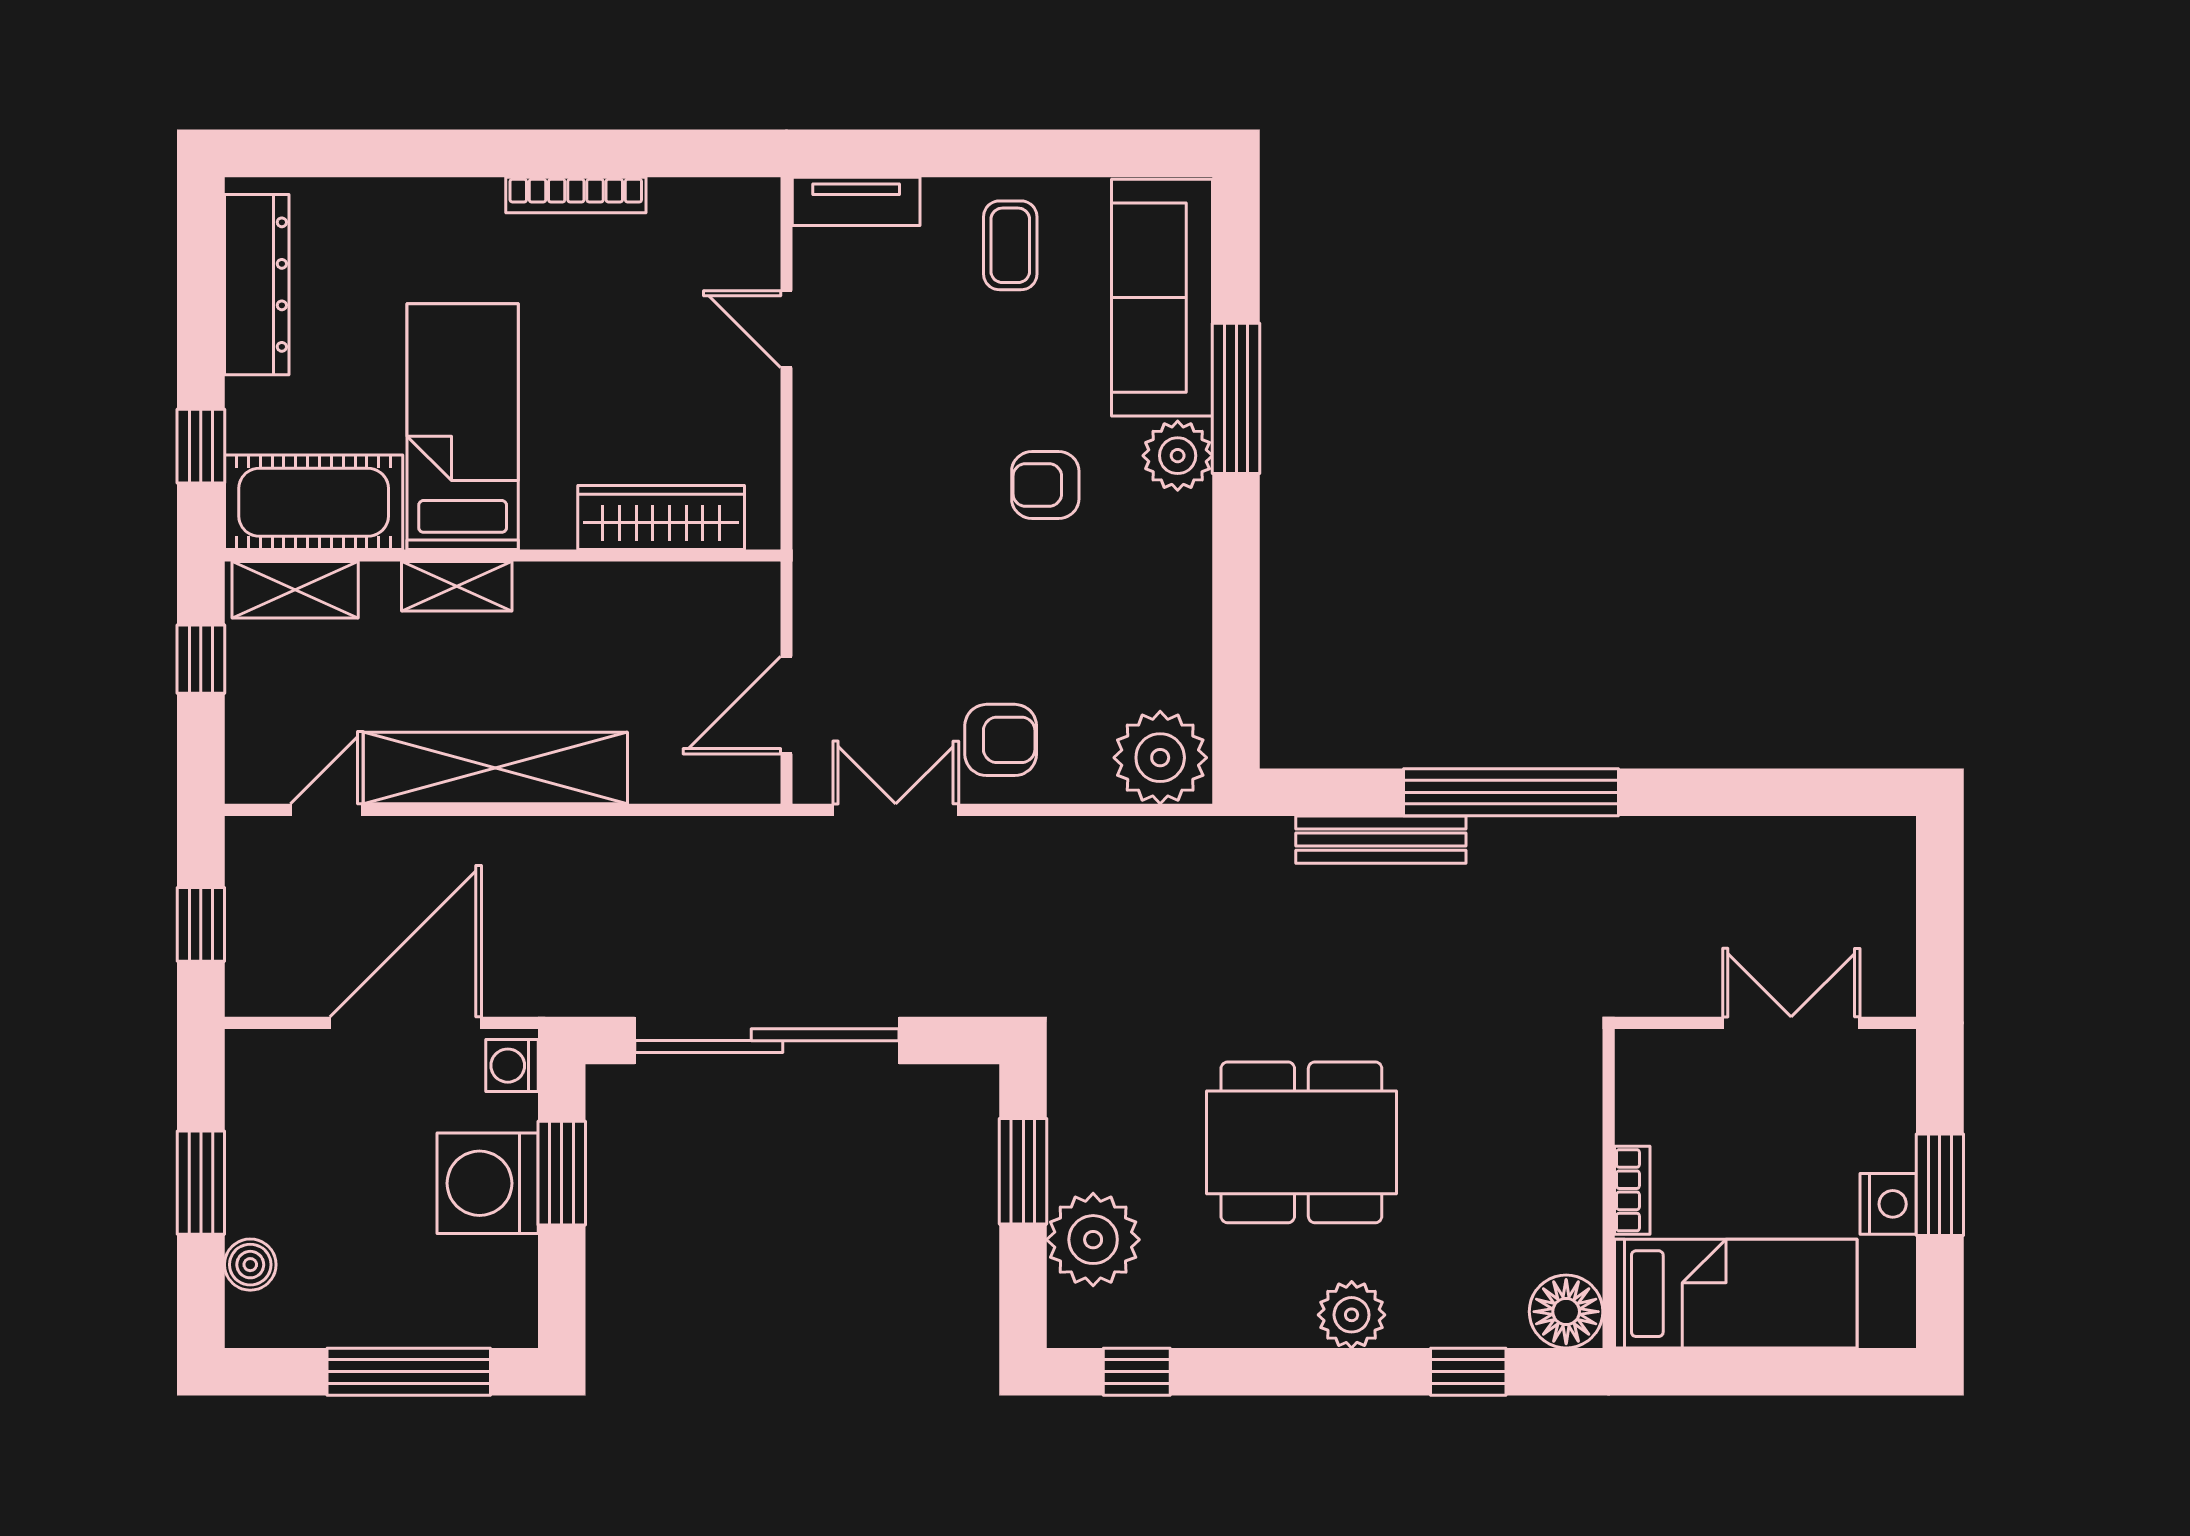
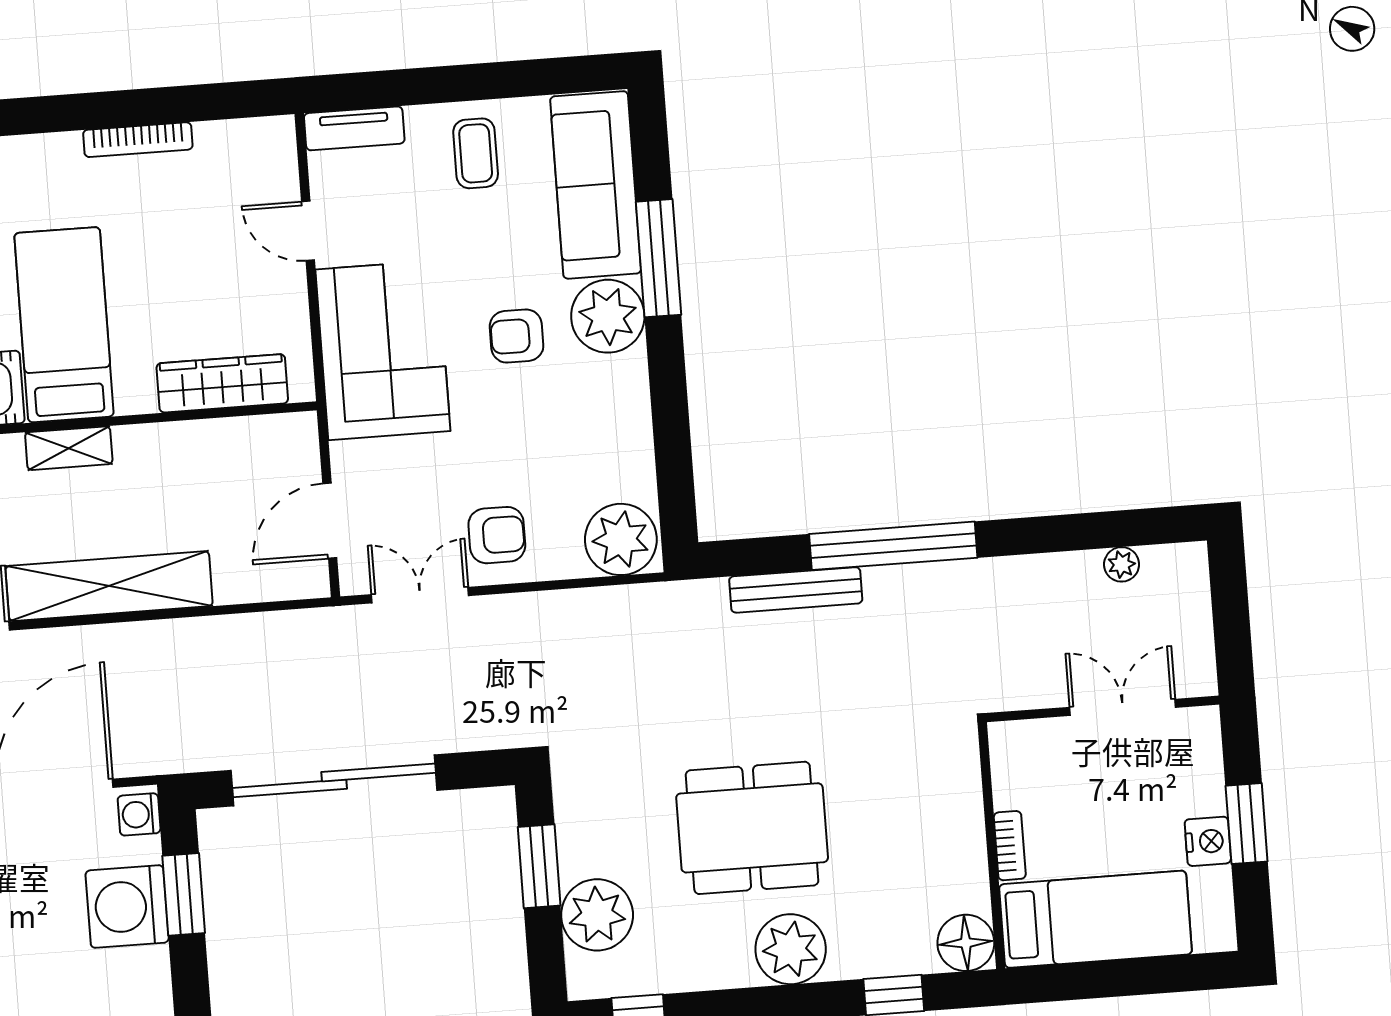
plant: (1178, 456) -> (608, 316), width x1.36, depth x1.36
corner sofa: (872, 490) -> (383, 350), added
plant: (1804, 838) -> (1122, 564), added
plant: (1352, 1315) -> (791, 949), width x1.36, depth x1.36

